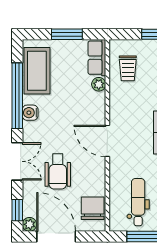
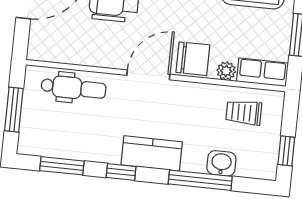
dental chair: (138, 202) -> (73, 88), moved
chair: (93, 208) -> (193, 59), moved

